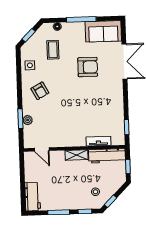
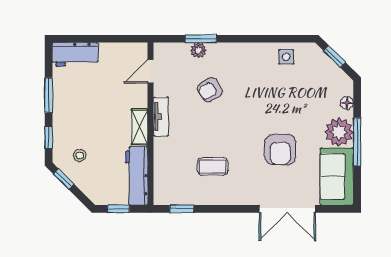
plant: (76, 31) -> (339, 132), added
coffee table: (53, 50) -> (213, 166), moved
armchair: (40, 91) -> (210, 90), moved
tv unit: (98, 141) -> (161, 117), moved

